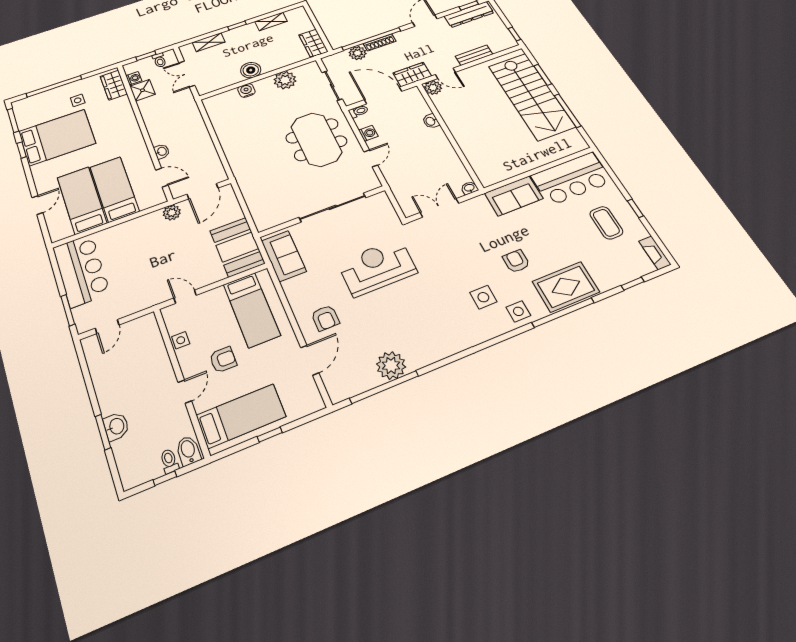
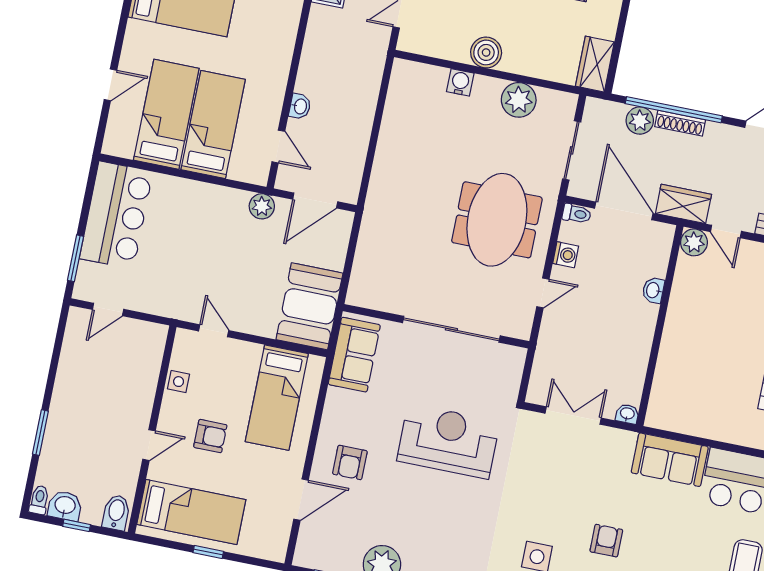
washbasin: (116, 426) -> (65, 506), moved, turned -90
toilet: (169, 461) -> (39, 500), moved

